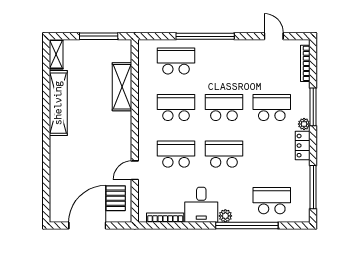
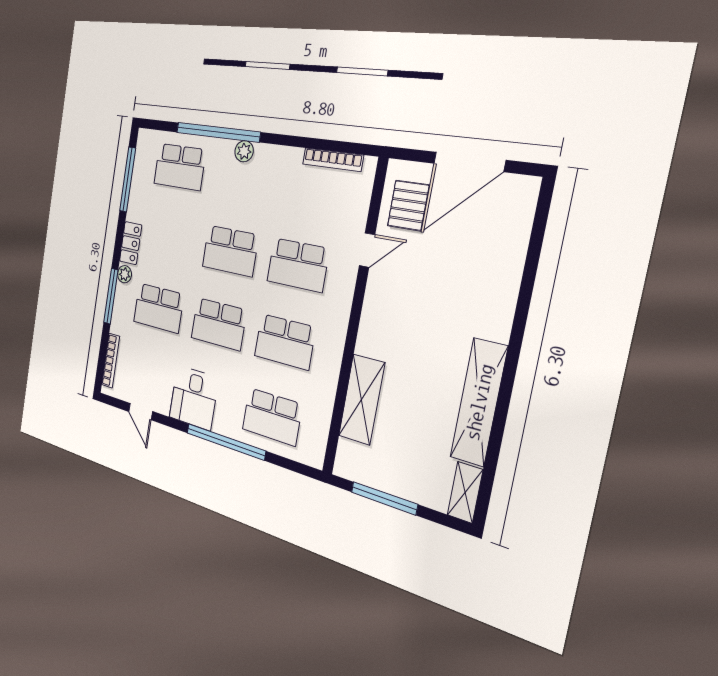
desk: (201, 205) -> (194, 398), moved, turned 180

